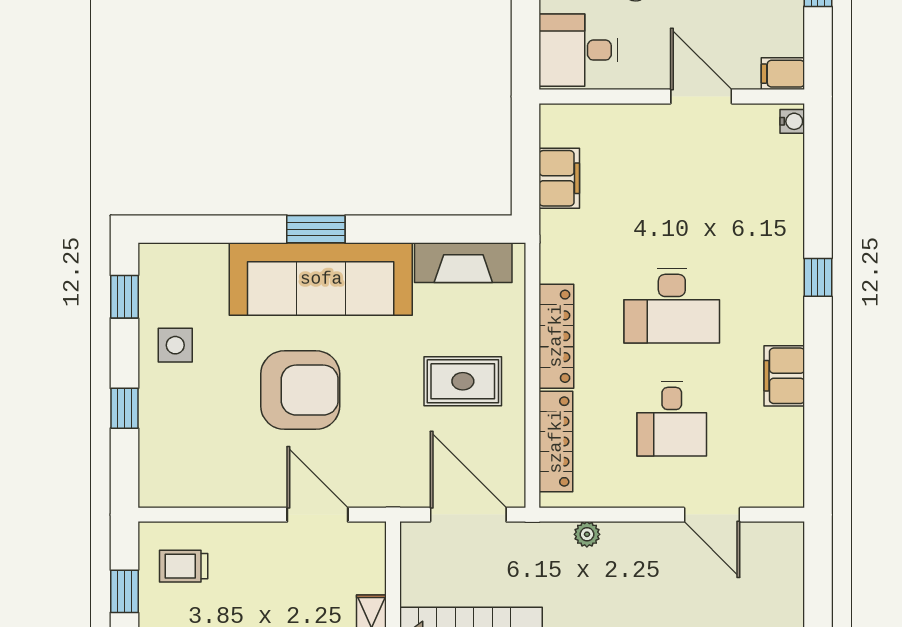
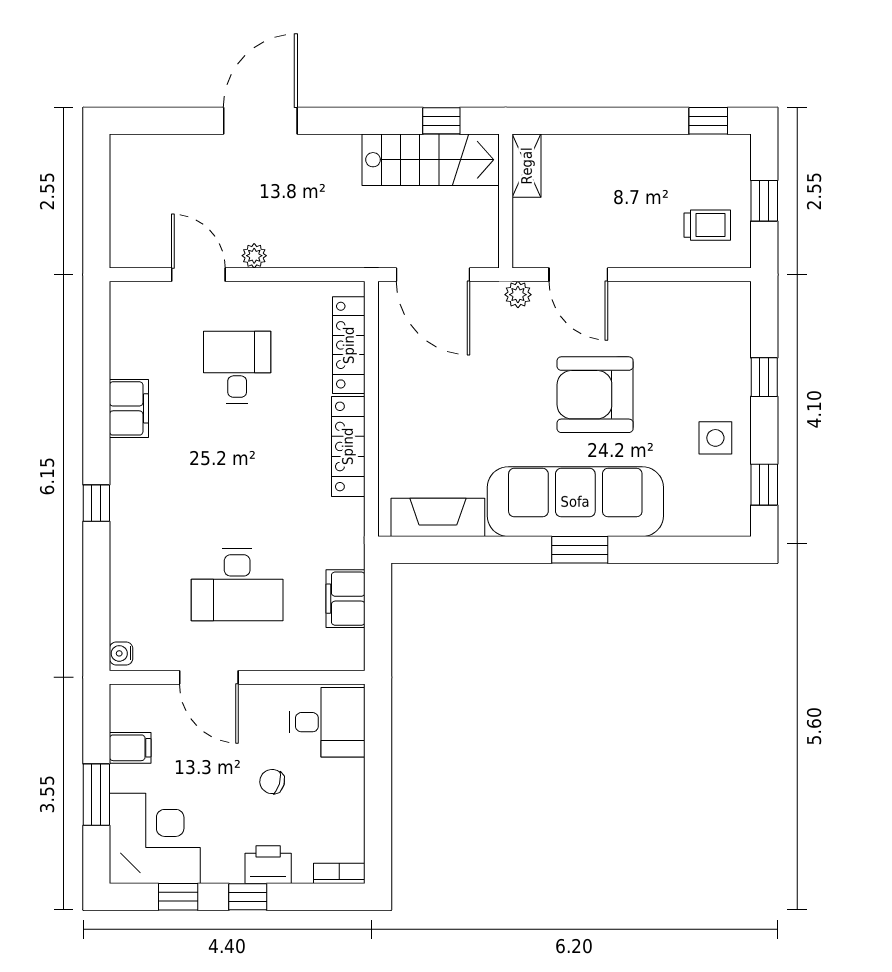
filing cabinet: (783, 74) -> (130, 748), moved
desk: (672, 306) -> (237, 585), moved, turned 180
rug: (463, 381) -> (438, 403), removed
plant: (380, 494) -> (518, 295), added
plant: (587, 534) -> (254, 256), moved

